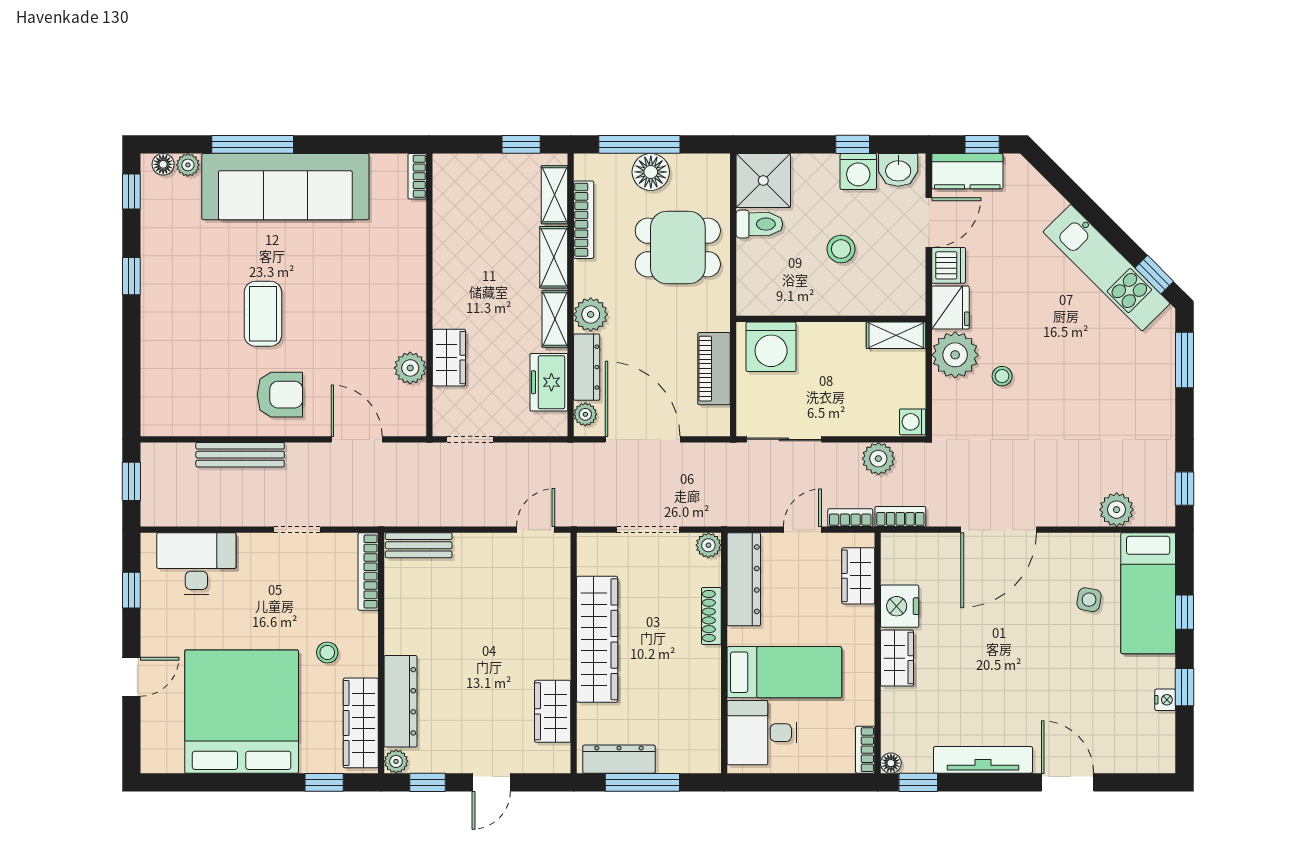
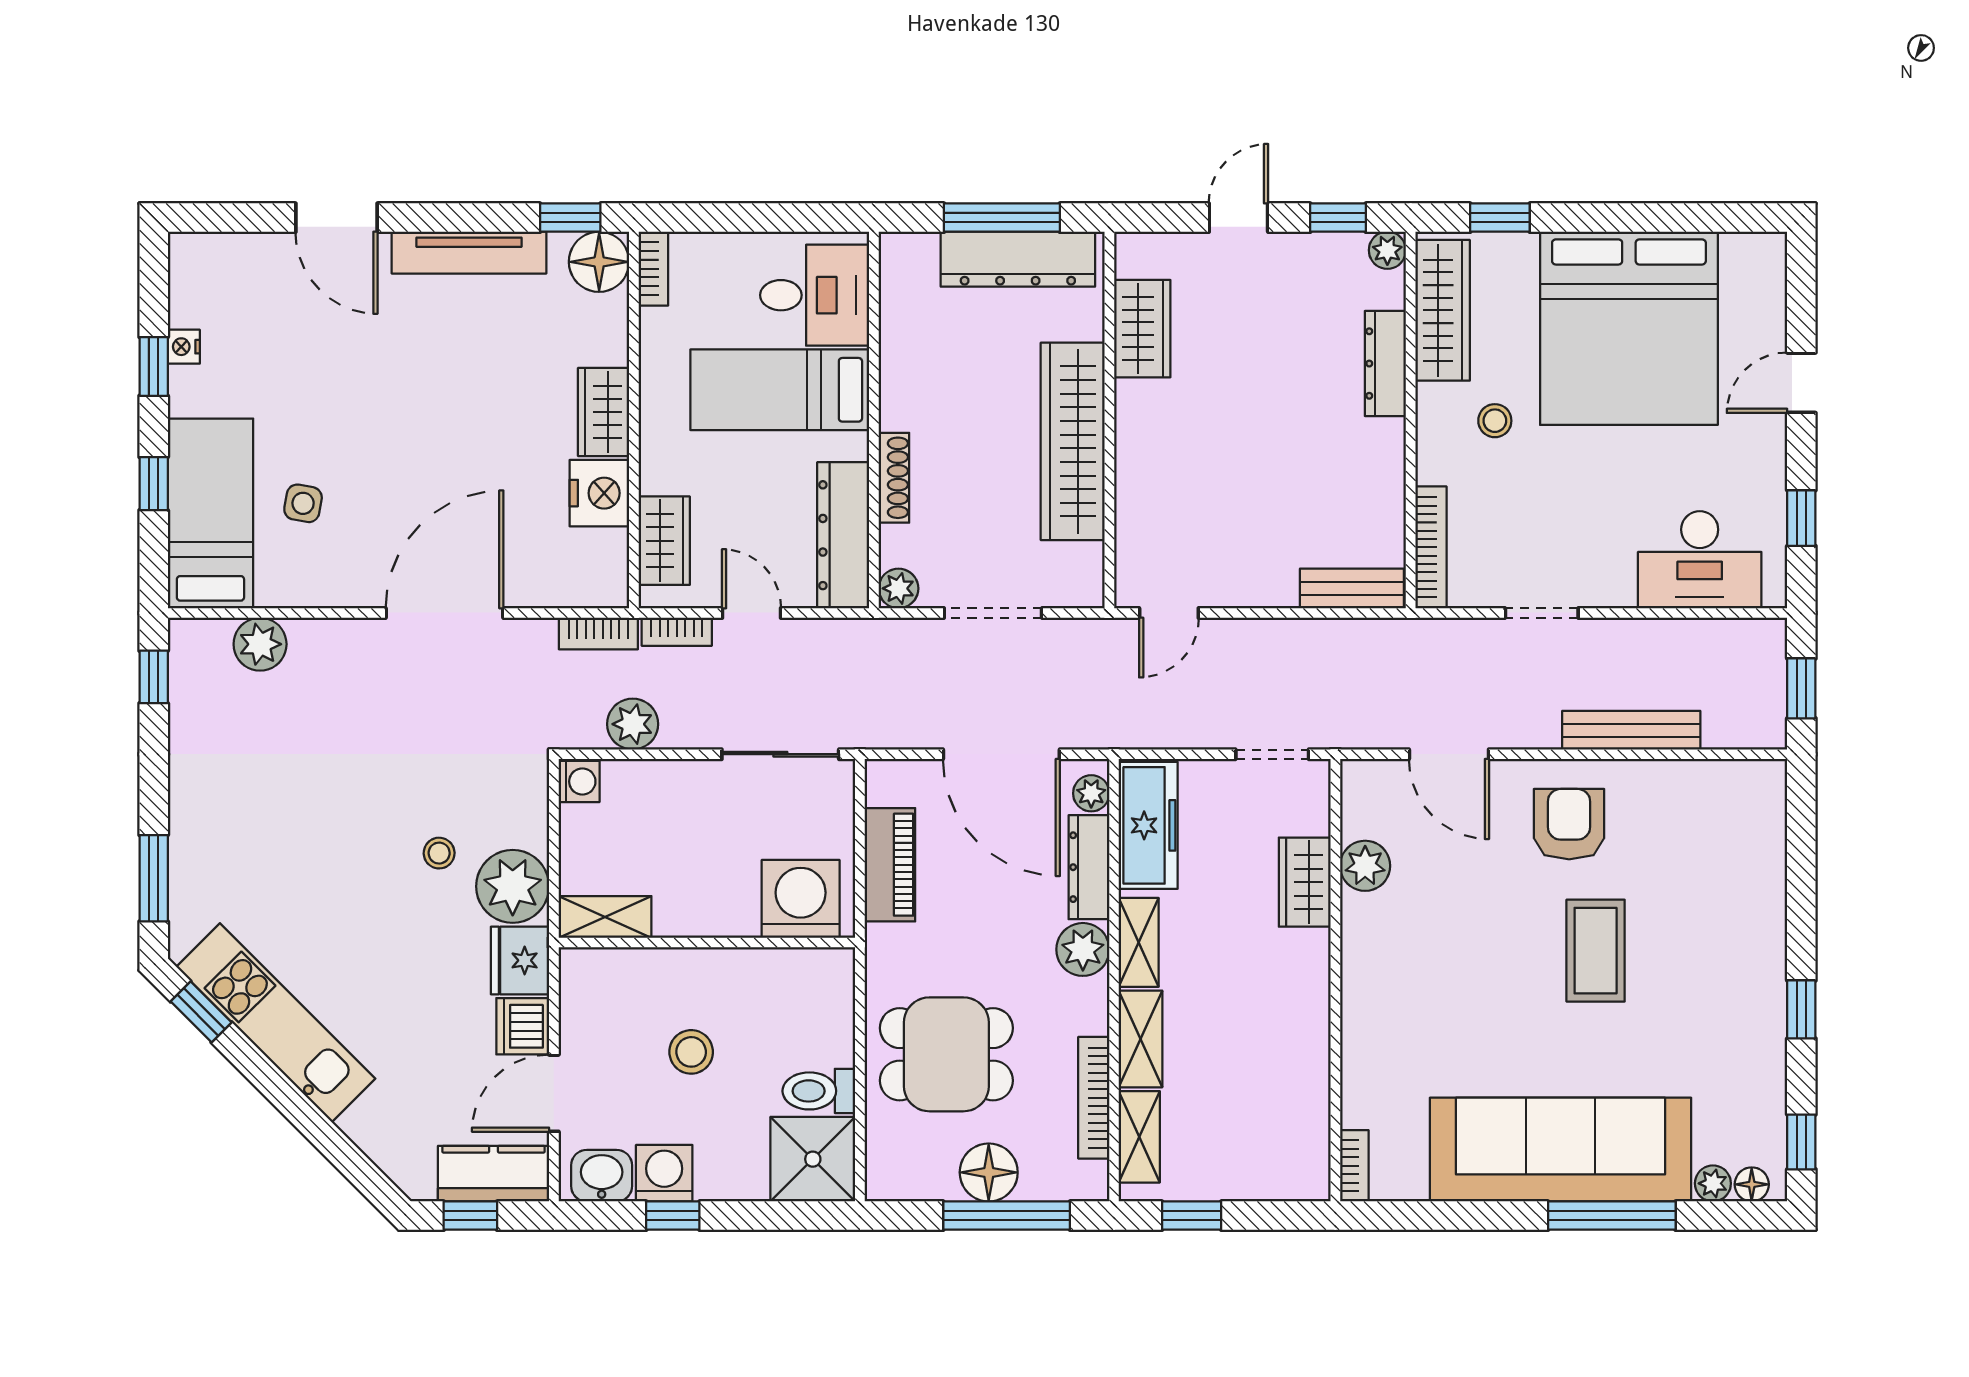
freezer: (549, 382) -> (1148, 825), width x1.40
armchair: (280, 395) -> (1569, 824), turned 90
door: (802, 530) -> (752, 613), swing flipped
dresser: (400, 701) -> (1385, 364), width x0.73, depth x0.80
dresser: (619, 759) -> (1018, 259), width x1.37, depth x1.24
floor lamp: (891, 763) -> (599, 262), width x1.89, depth x1.89

